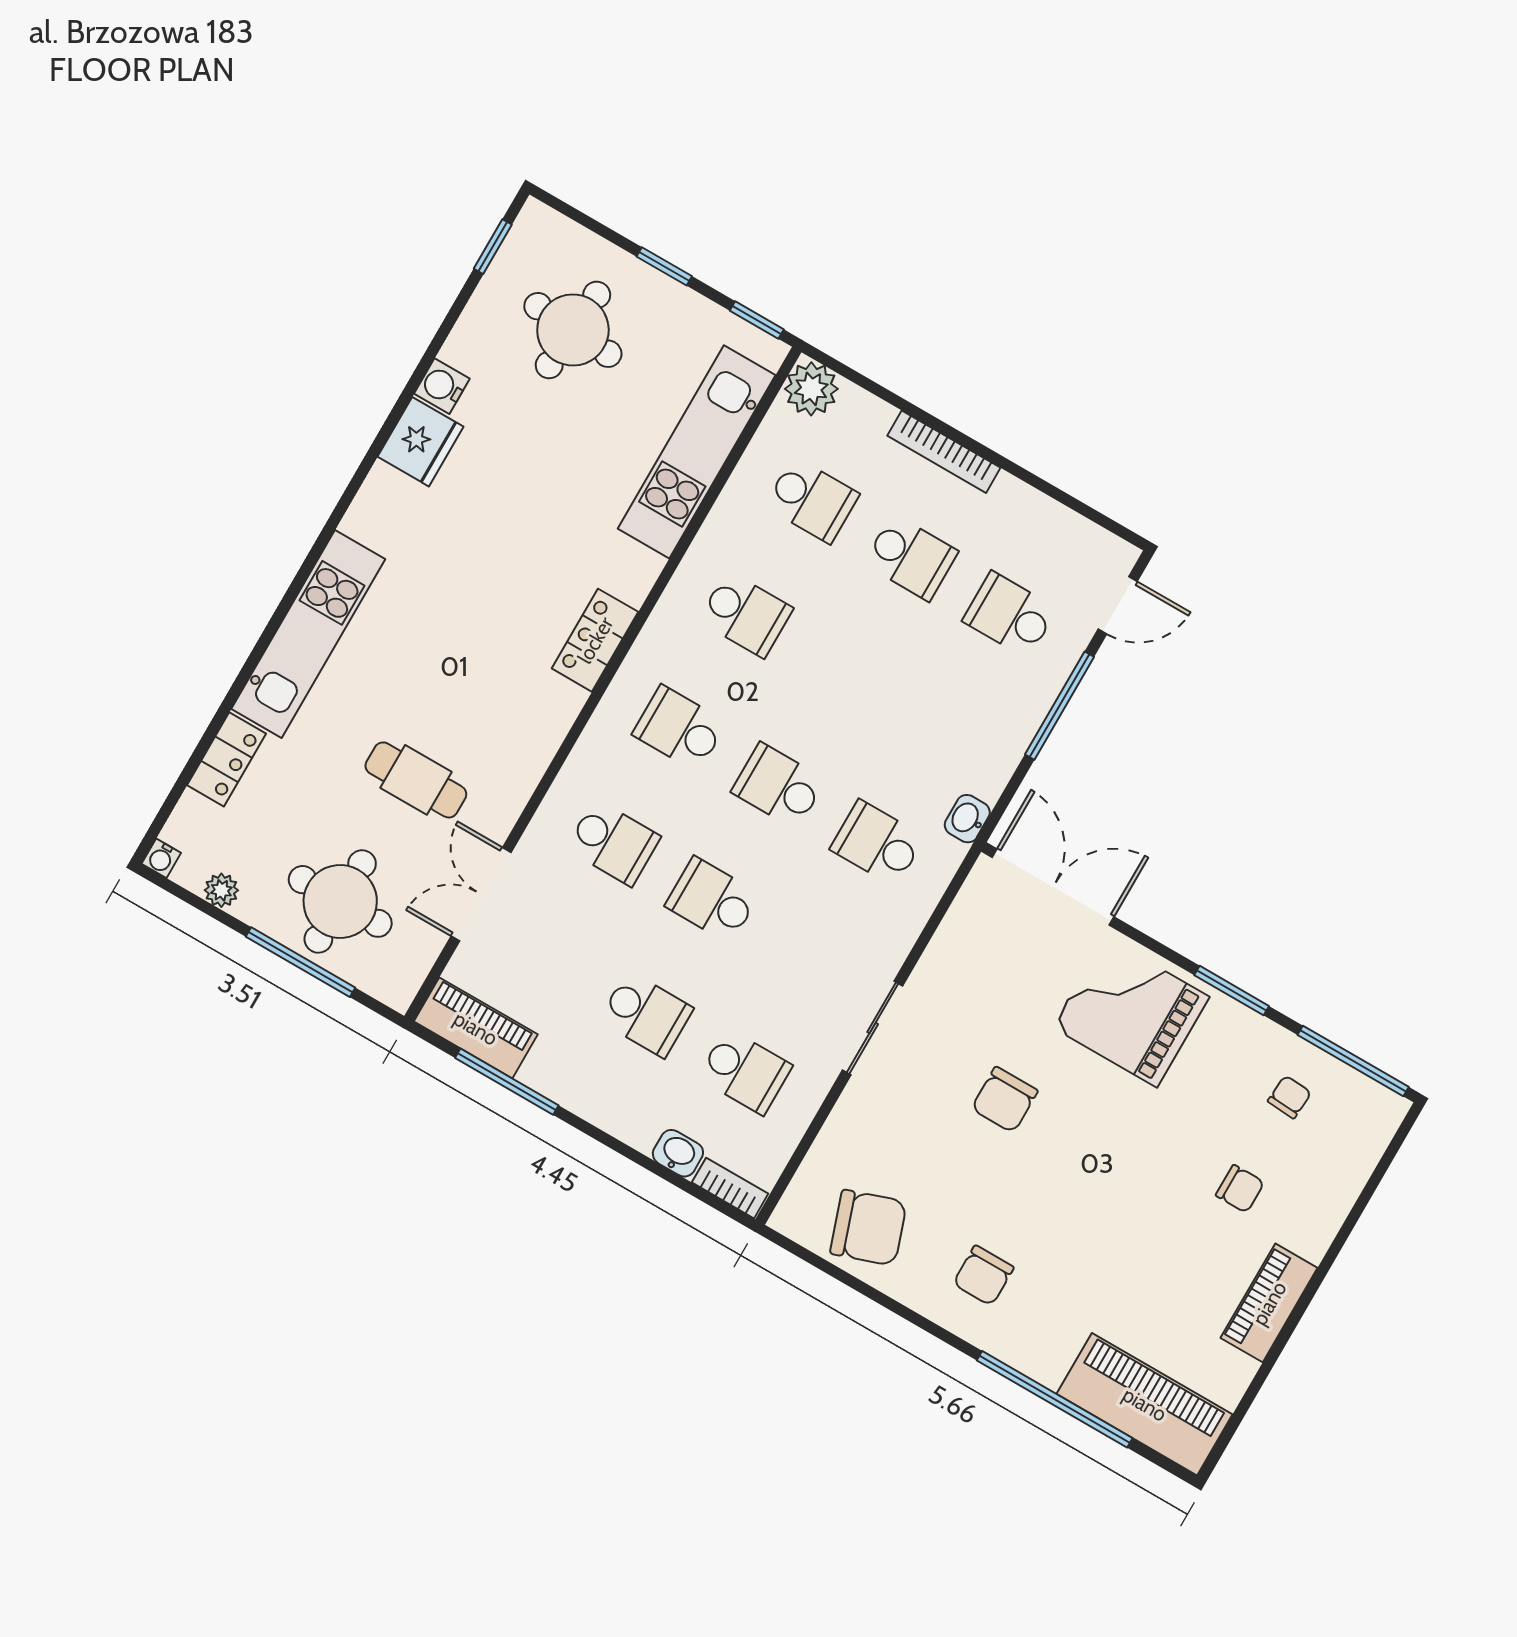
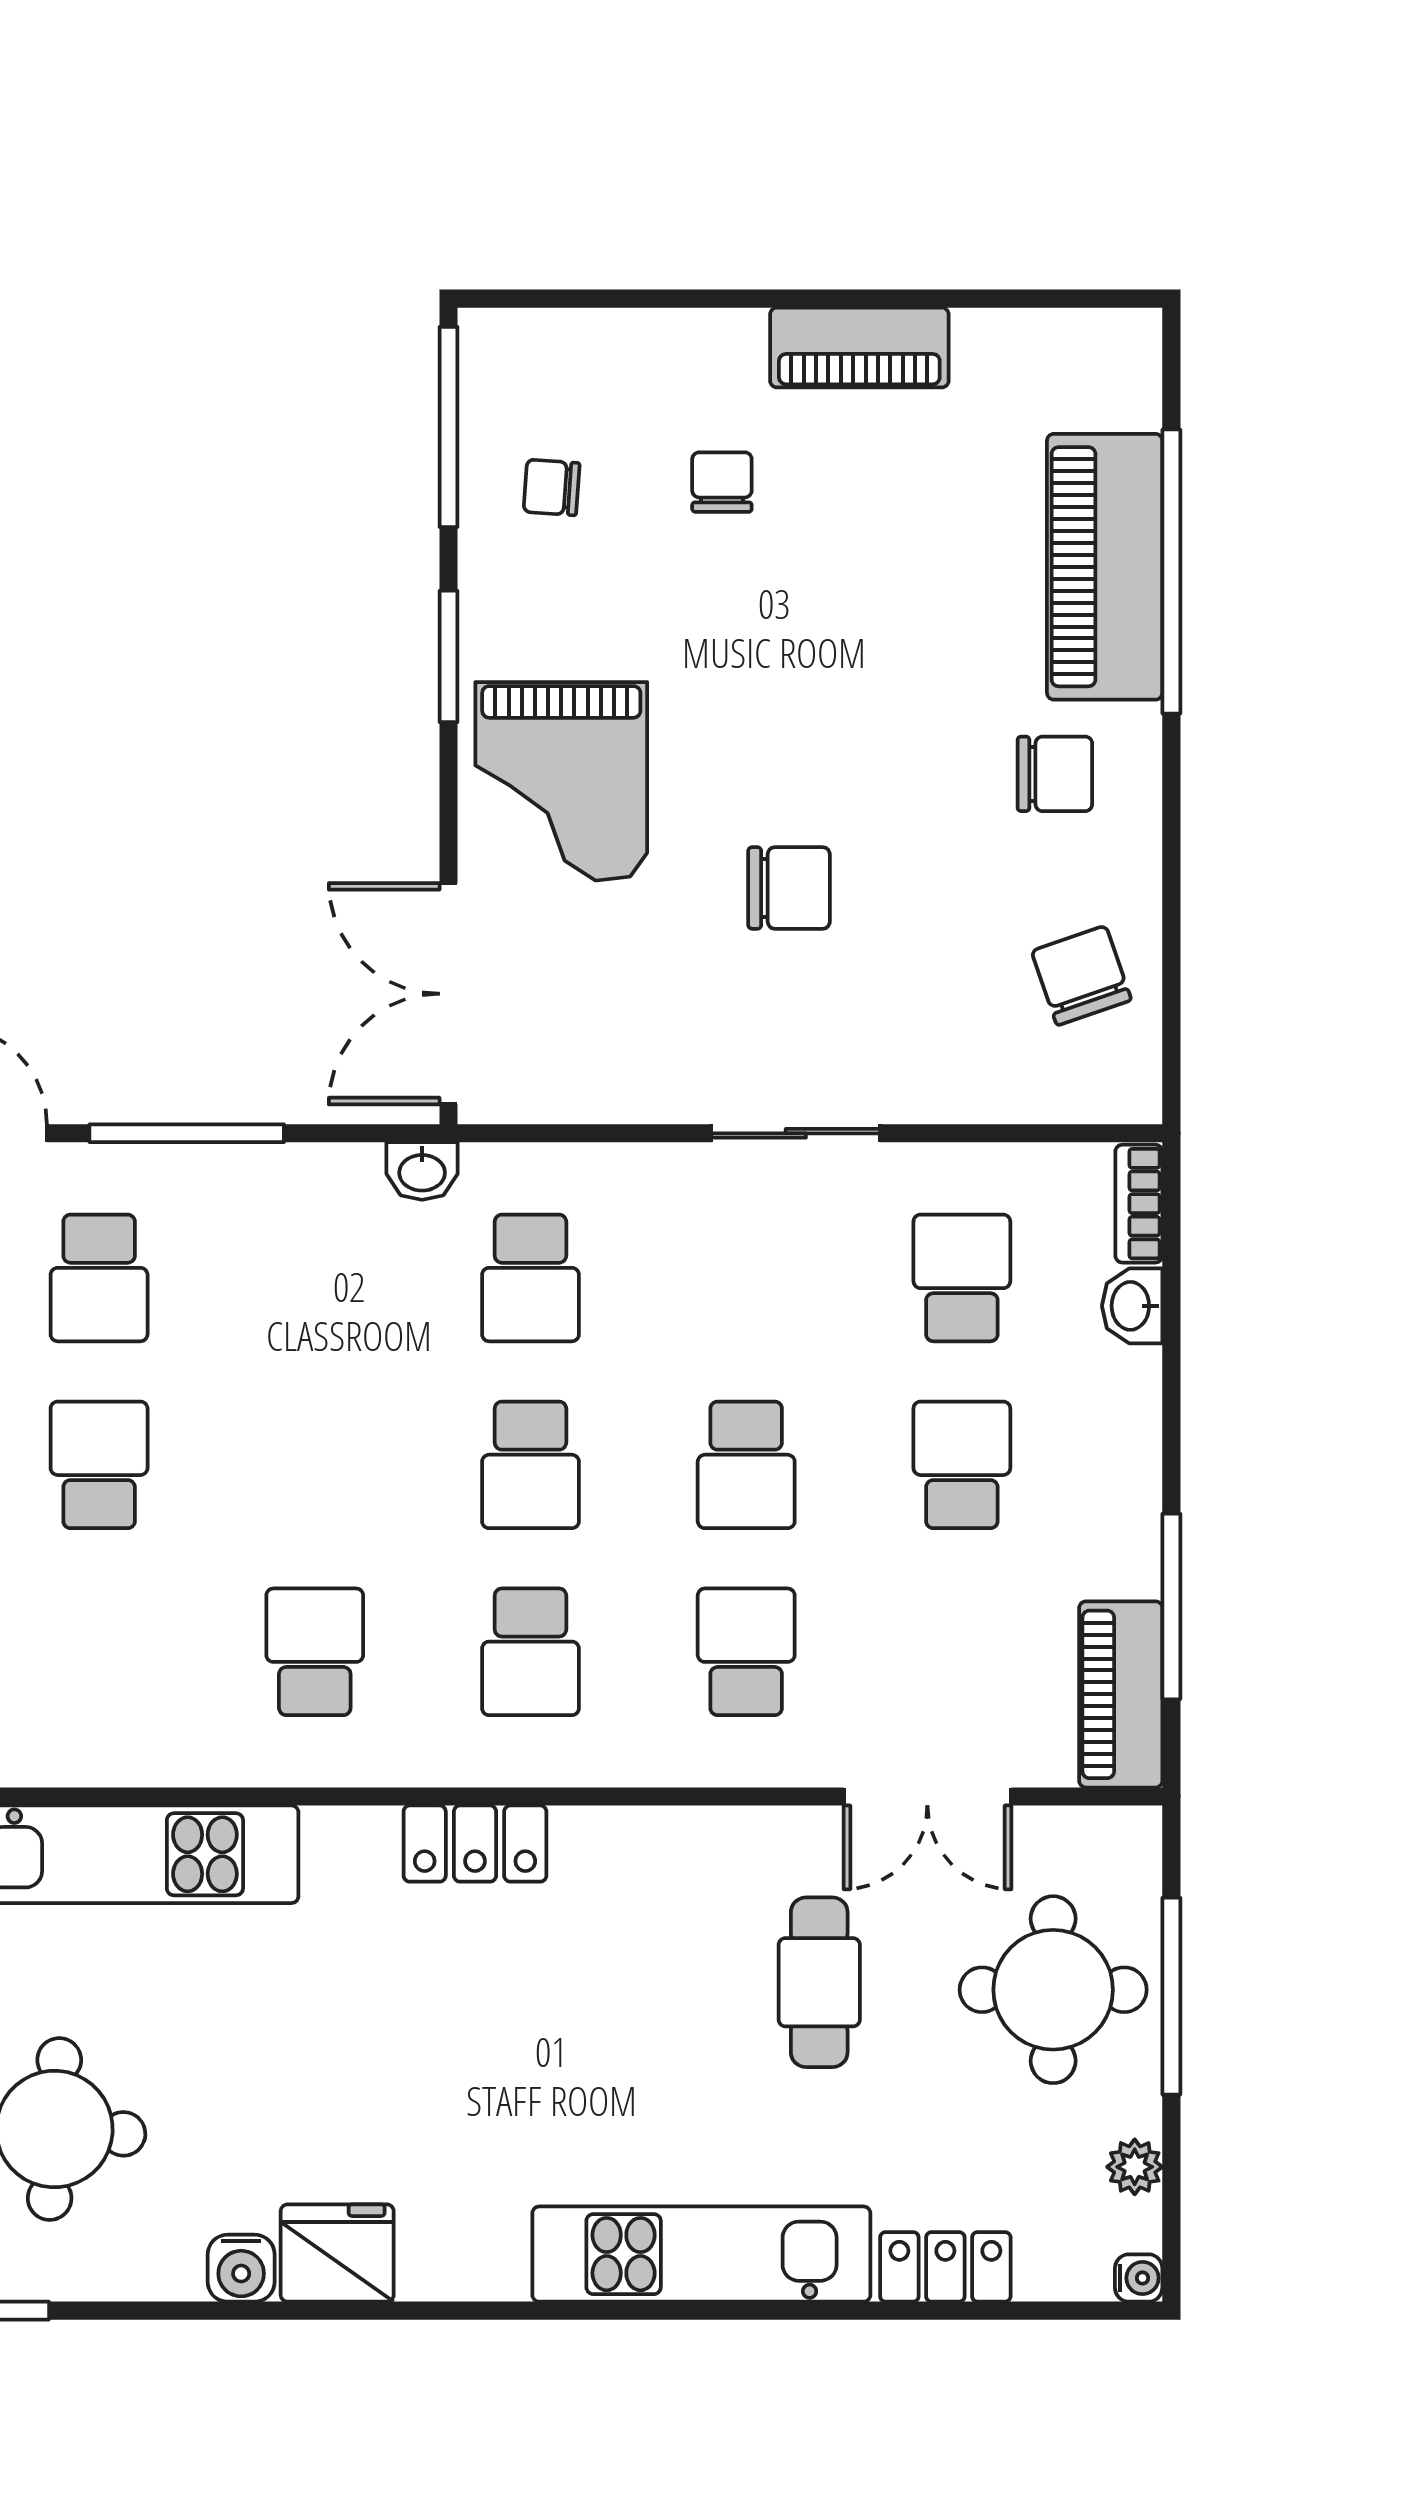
school desk: (812, 500) -> (99, 1652), removed
chair: (868, 1228) -> (1081, 975), width x0.73, depth x0.73
piano: (1145, 1404) -> (1105, 567), moved

